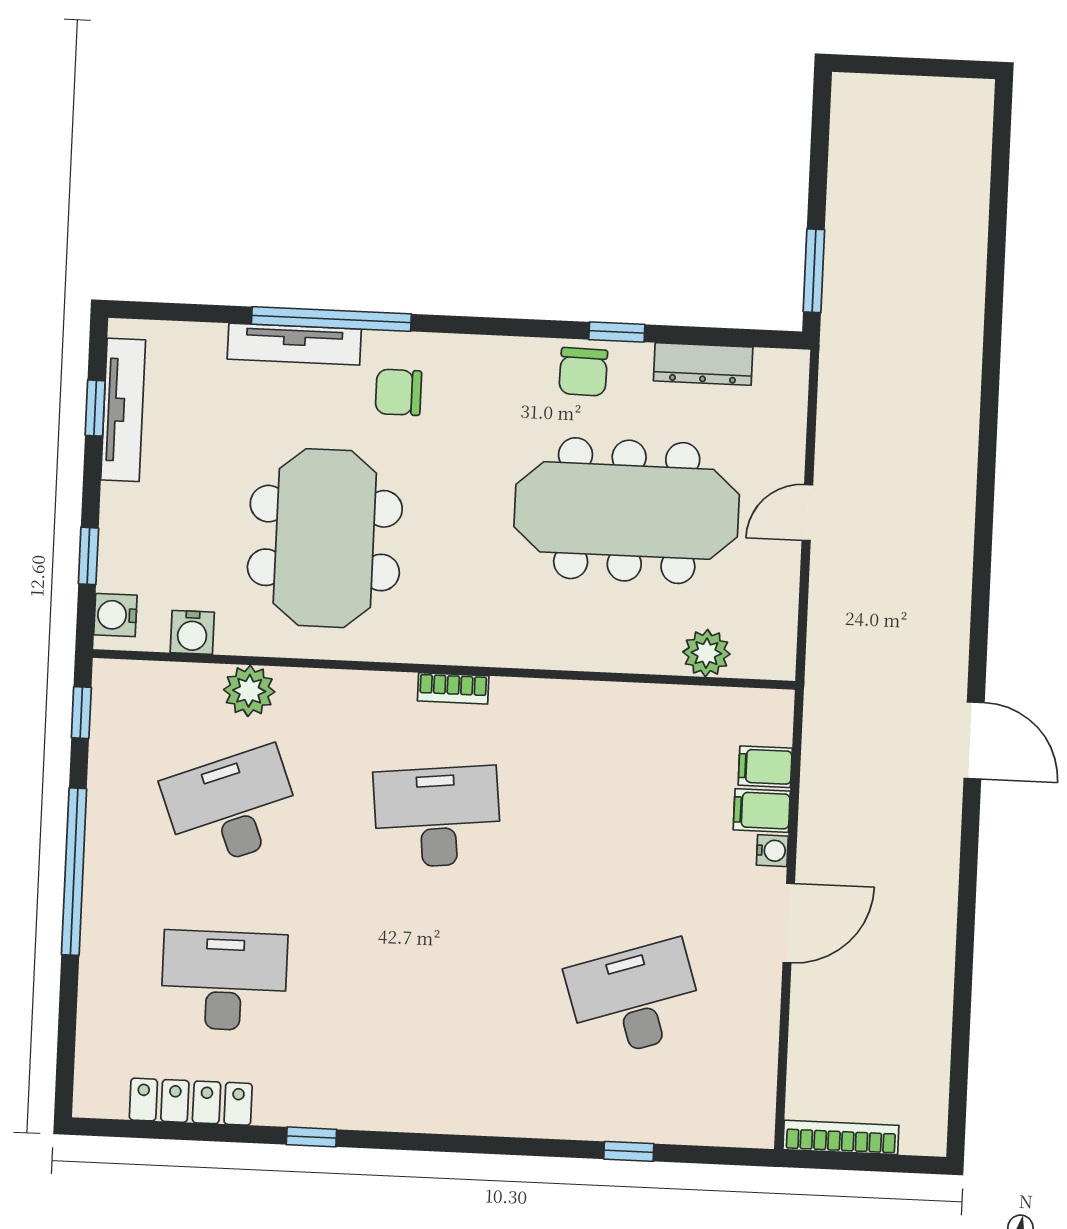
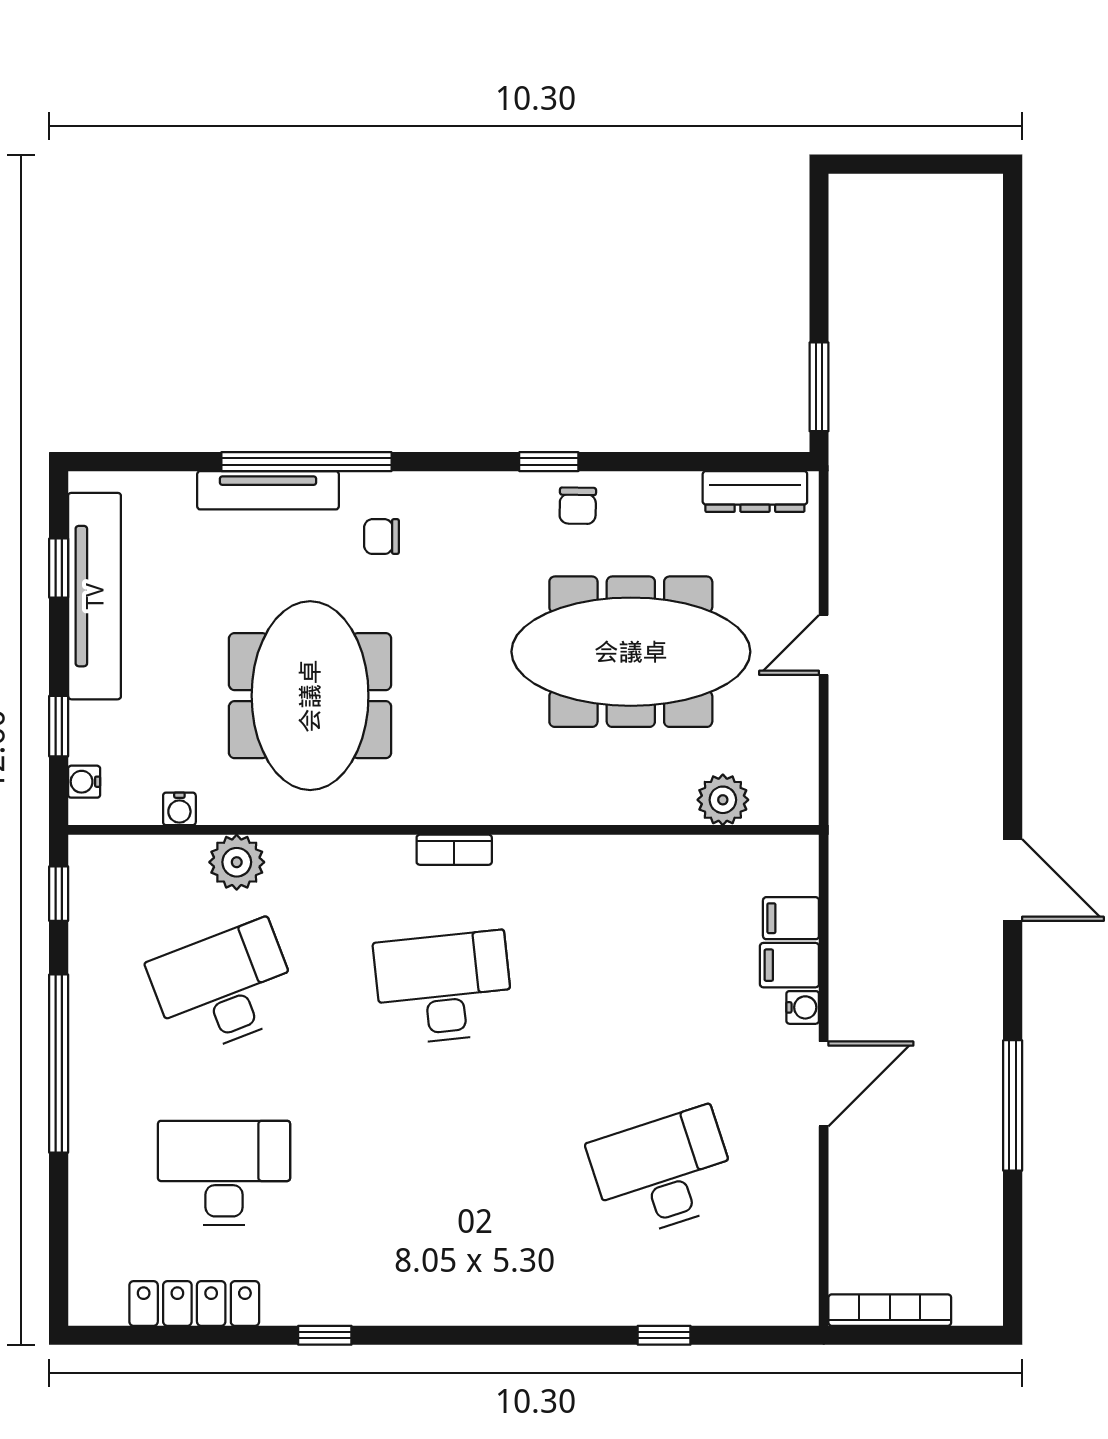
window: (617, 332) -> (549, 462), moved
dresser: (703, 364) -> (755, 491), moved
chair: (583, 372) -> (578, 506), width x0.73, depth x0.73
chair: (398, 392) -> (382, 537), width x0.73, depth x0.73
tv unit: (123, 410) -> (95, 596), width x1.36, depth x1.29
water cooler: (115, 615) -> (84, 782), width x0.72, depth x0.72
water cooler: (192, 632) -> (179, 809), width x0.72, depth x0.72
window: (965, 951) -> (1013, 1105), added

